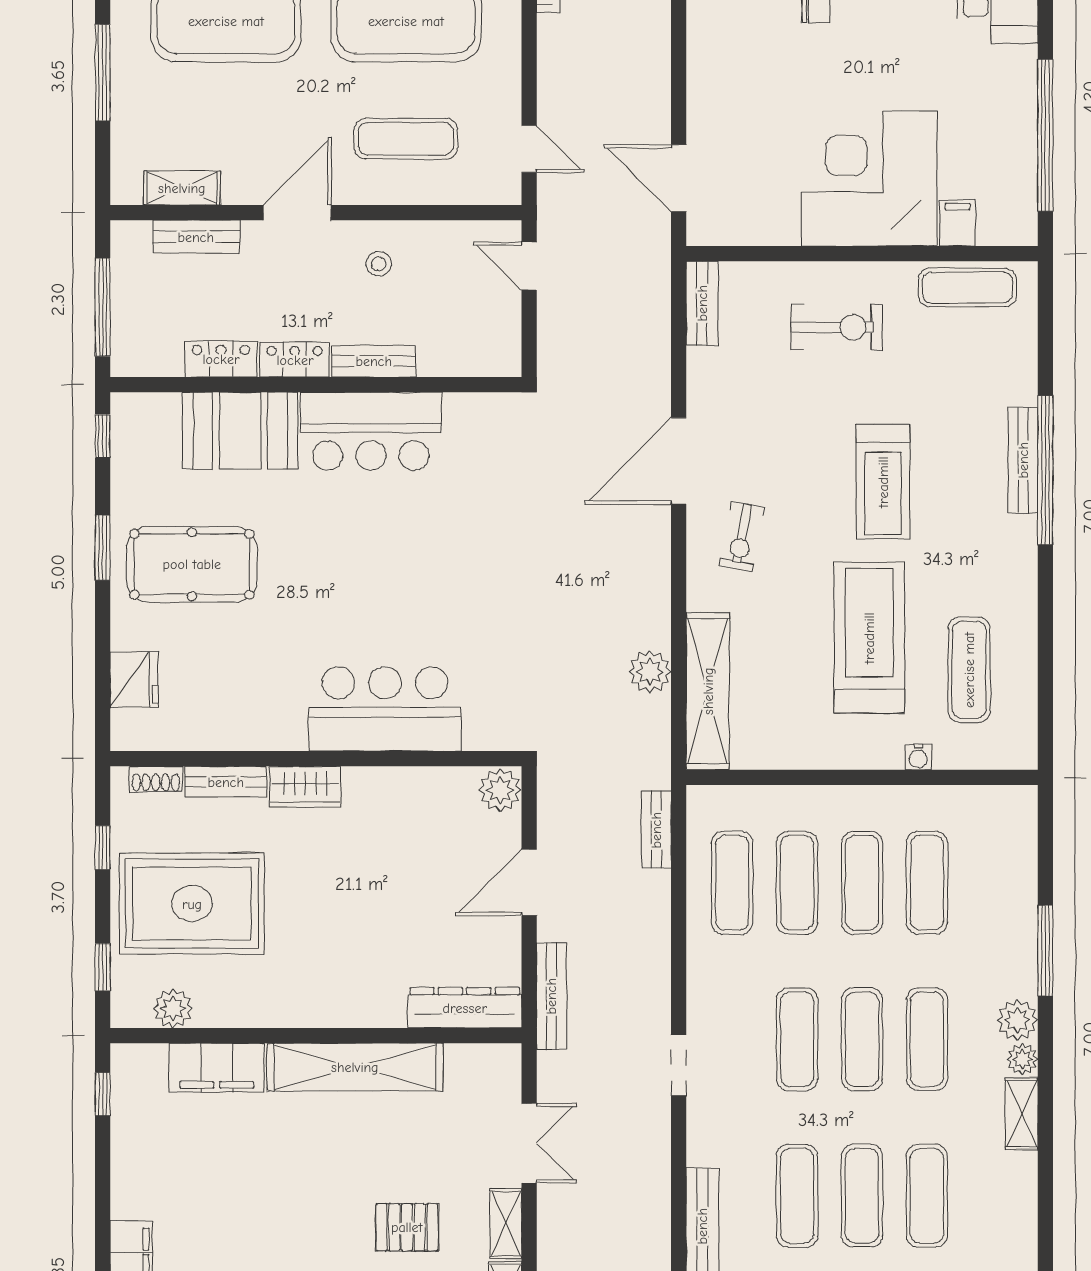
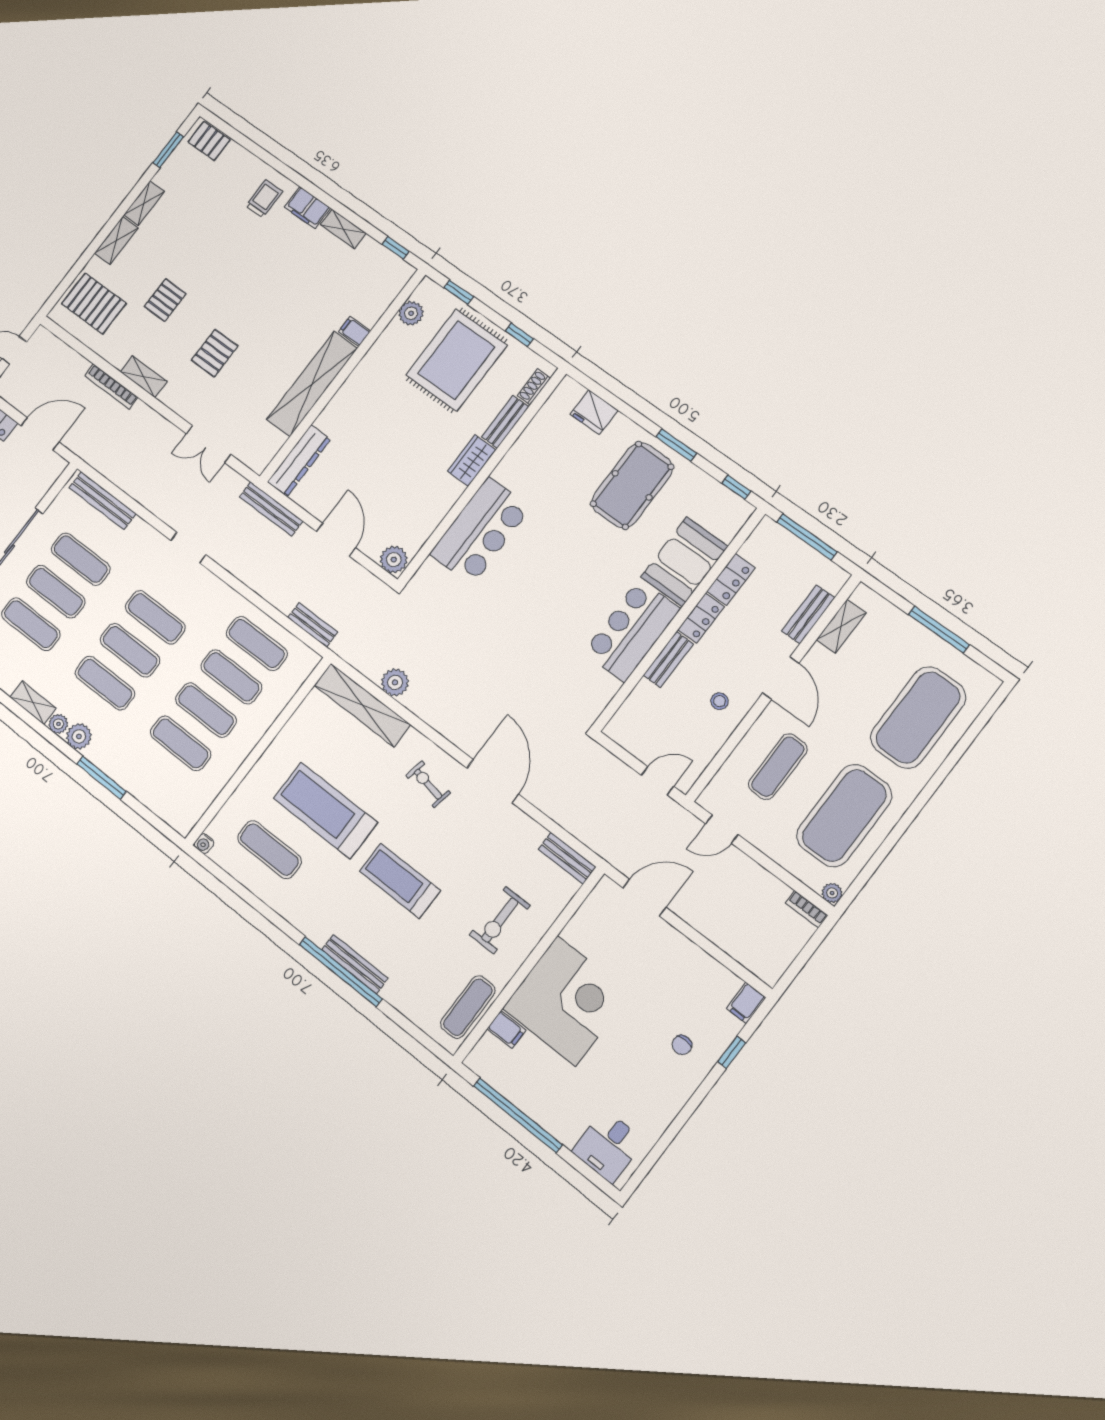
treadmill: (869, 638) -> (325, 810), turned 180
water cooler: (918, 757) -> (204, 844), moved, turned -90
filing cabinet: (217, 1068) -> (355, 331), width x0.33, depth x0.86
shelving: (506, 1223) -> (343, 229), moved

